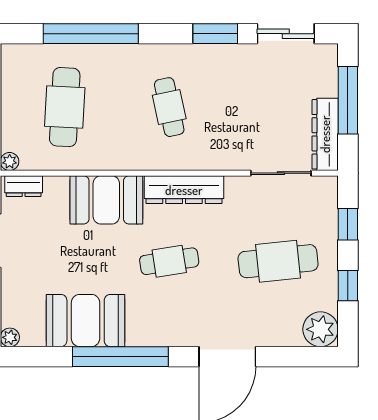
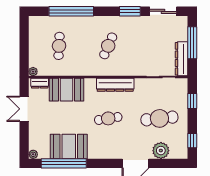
cafe table: (65, 107) -> (59, 46), width x0.73, depth x0.74
cafe table: (169, 107) -> (108, 46), turned 36
booth: (106, 200) -> (66, 90), moved
window: (348, 286) -> (192, 141), moved
plant: (320, 329) -> (161, 151), moved
window: (120, 357) -> (64, 163), moved

